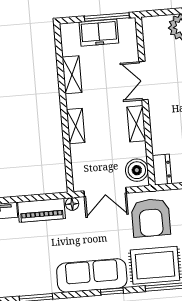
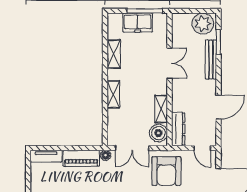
double door: (143, 81) -> (169, 63), swing flipped
shelving: (136, 124) -> (161, 109), moved
dresser: (162, 170) -> (178, 129), width x1.44

